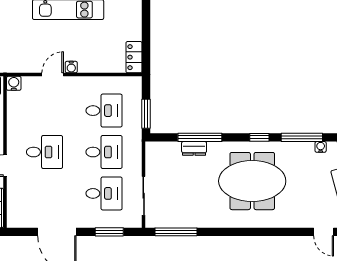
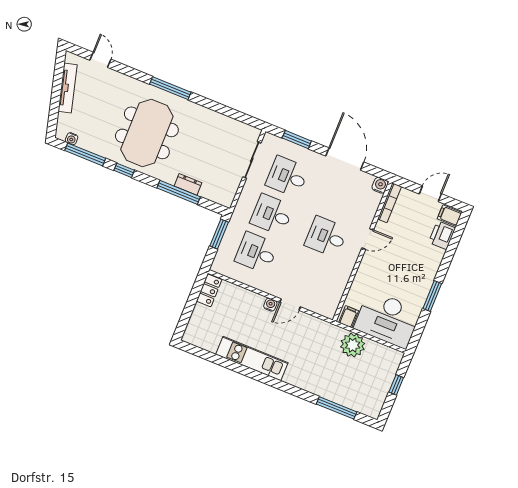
water cooler: (14, 83) -> (380, 185), moved, turned 180
meeting table: (252, 181) -> (147, 133), turned 90
window: (176, 232) -> (170, 88), moved

